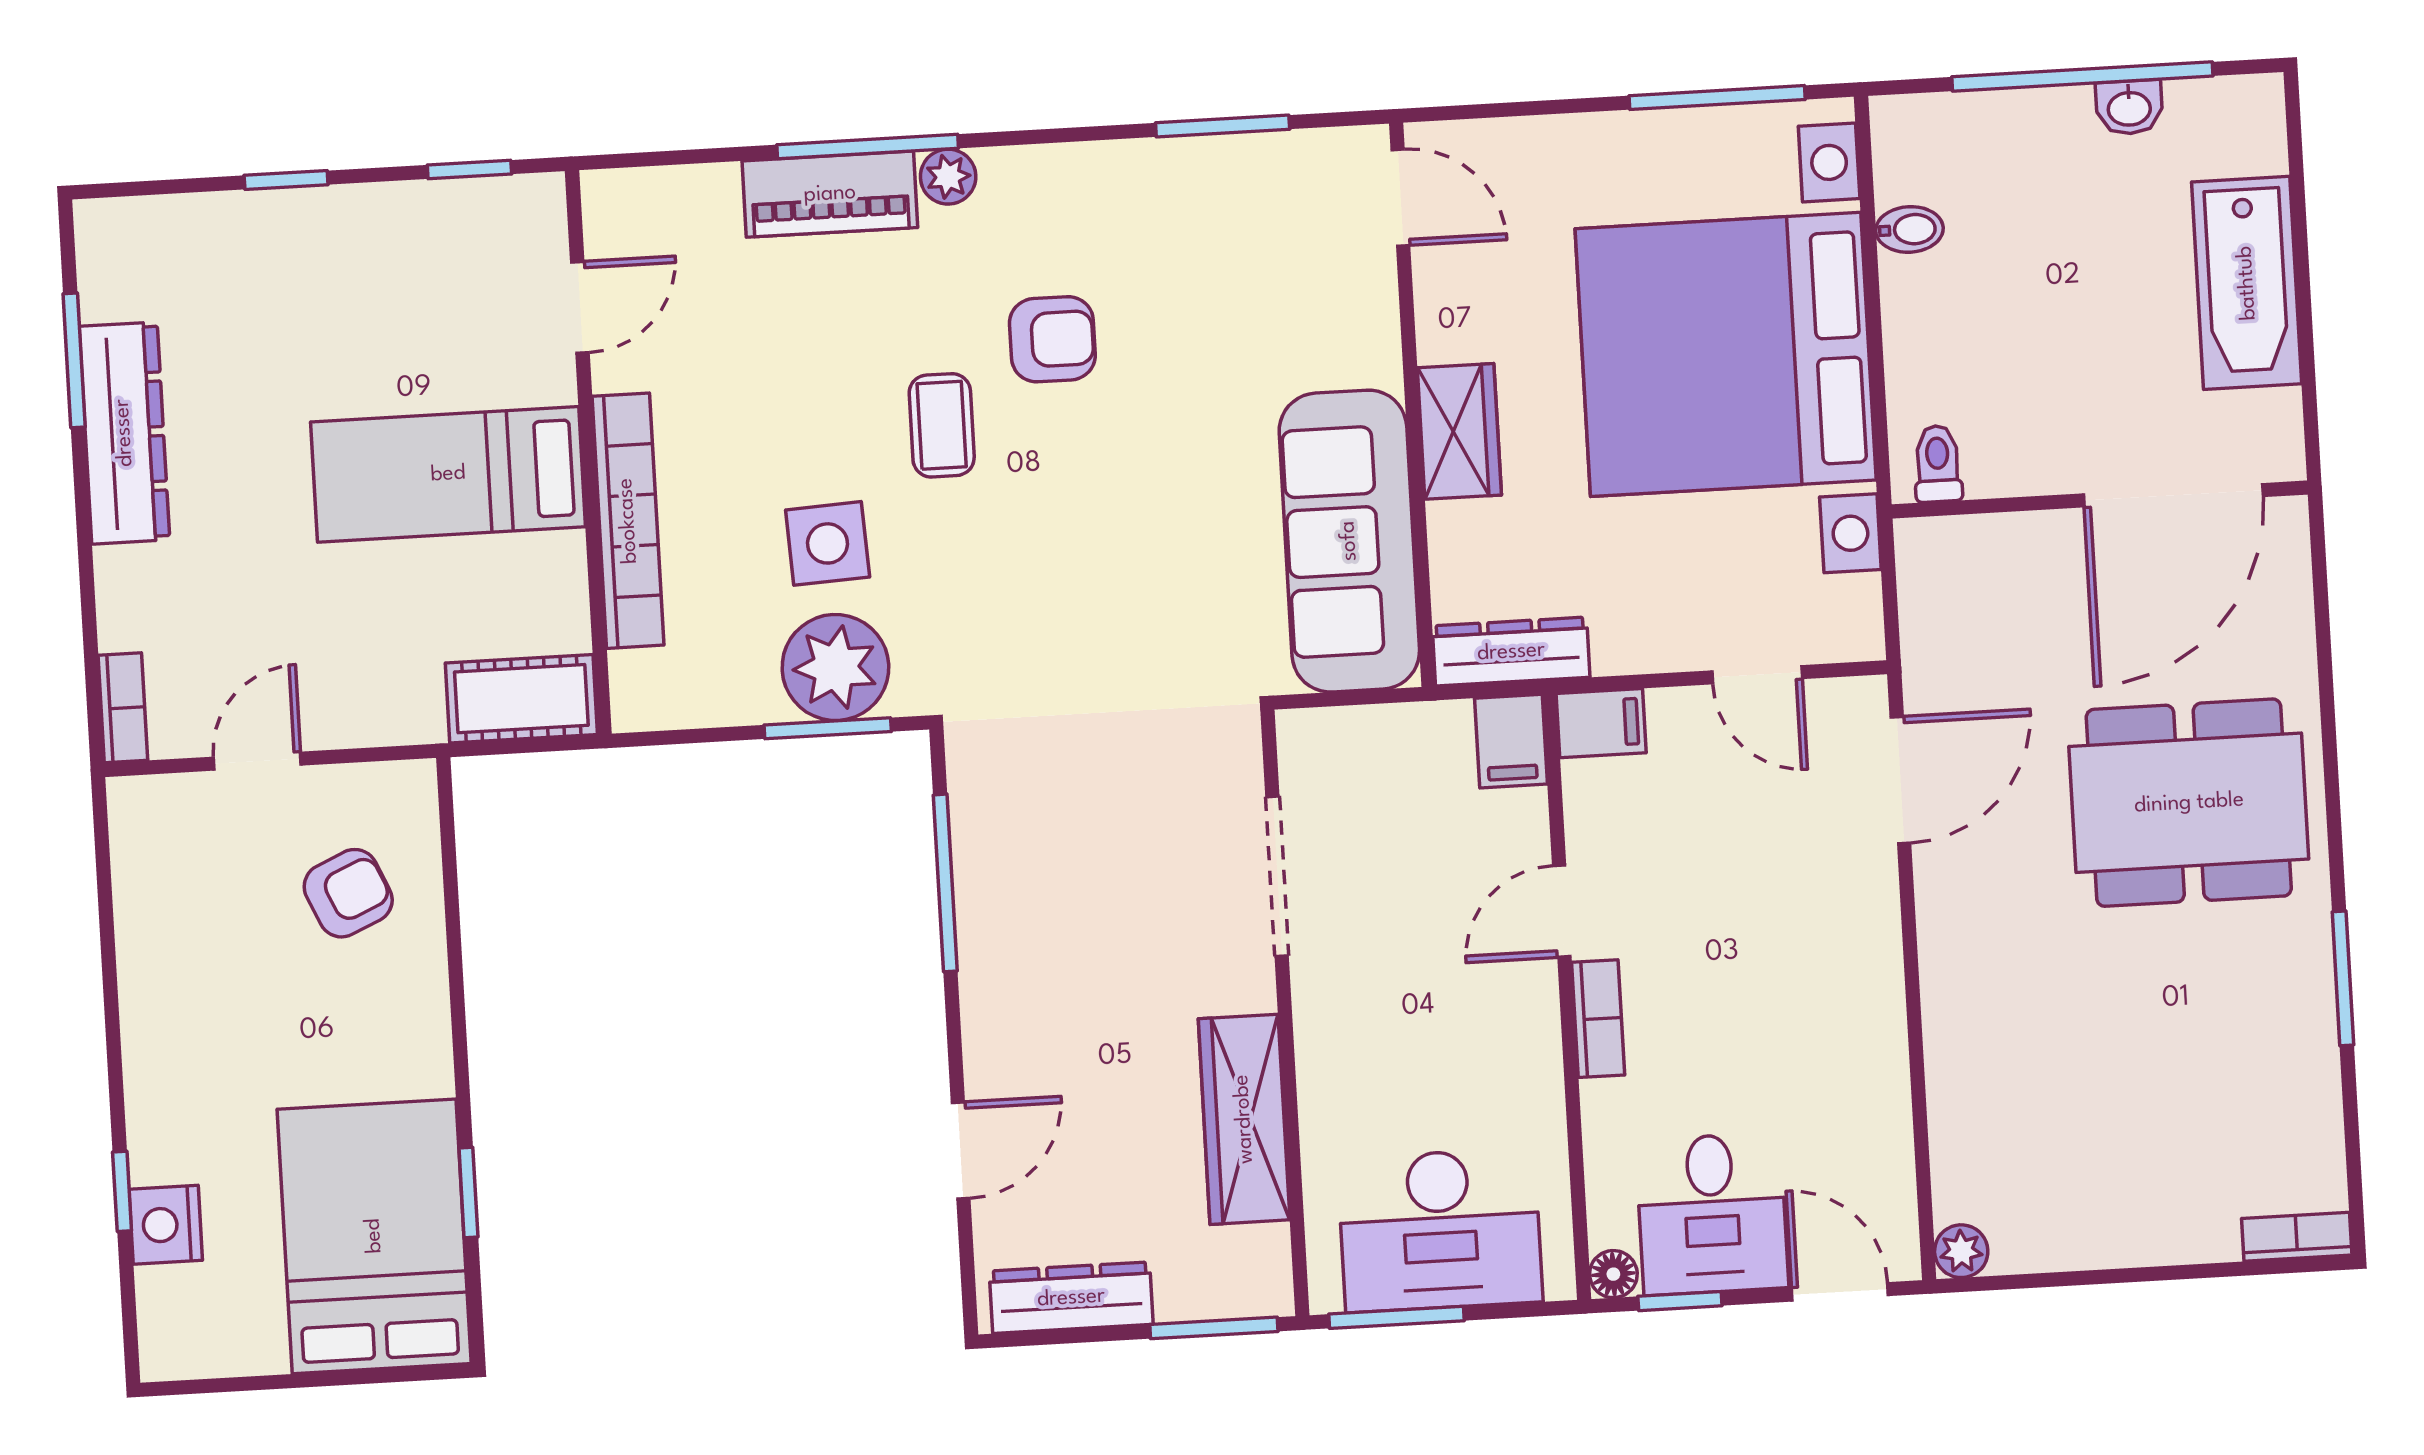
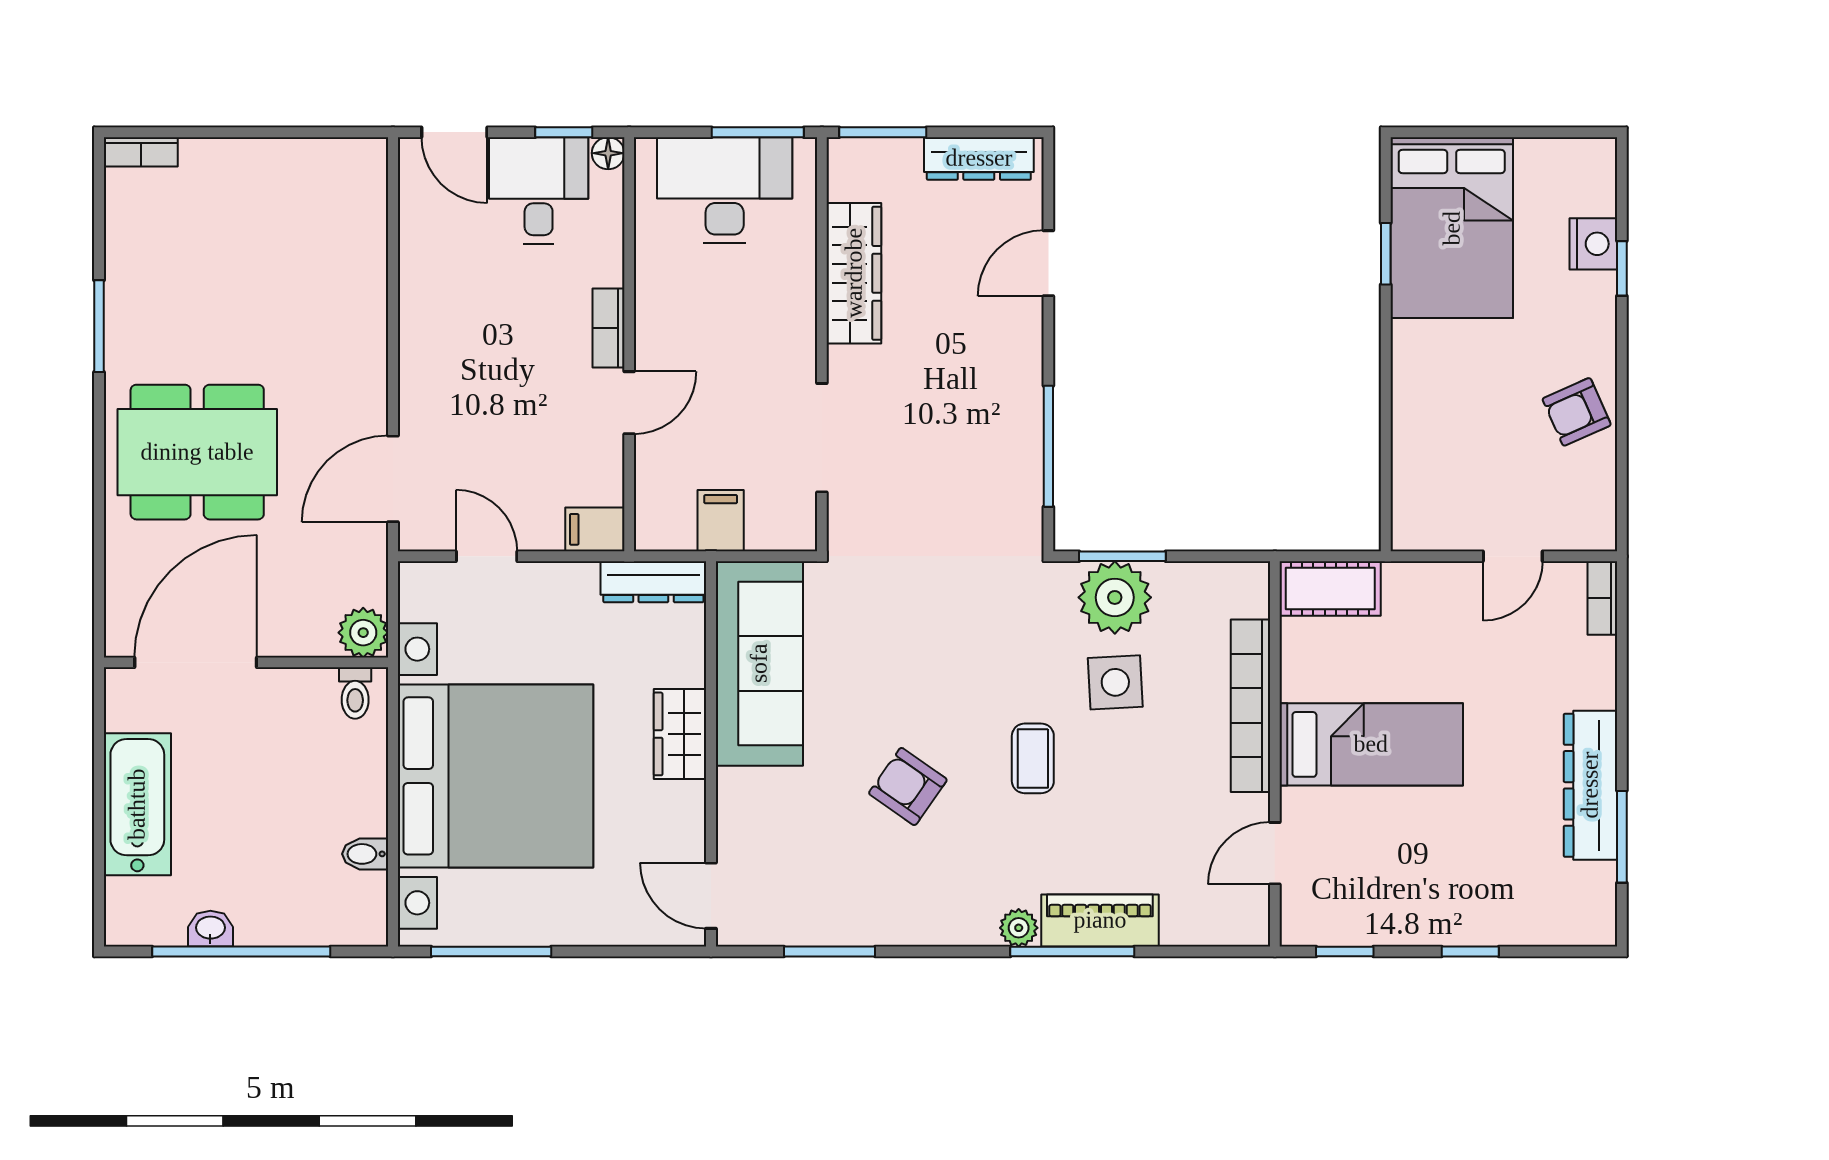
armchair: (1052, 339) -> (908, 786), moved, turned 35
filing cabinet: (1511, 741) -> (721, 521), moved
armchair: (348, 893) -> (1577, 412), moved
plant: (1961, 1251) -> (363, 633), moved, width x1.38, depth x1.38

